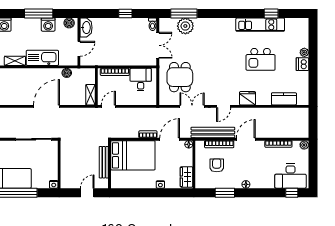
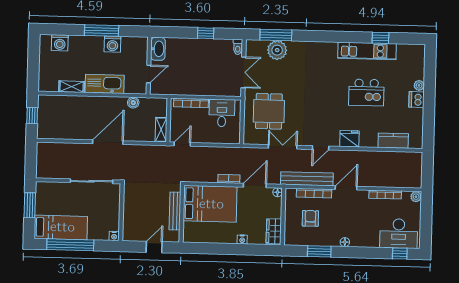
boiler: (69, 23) -> (138, 43), removed

